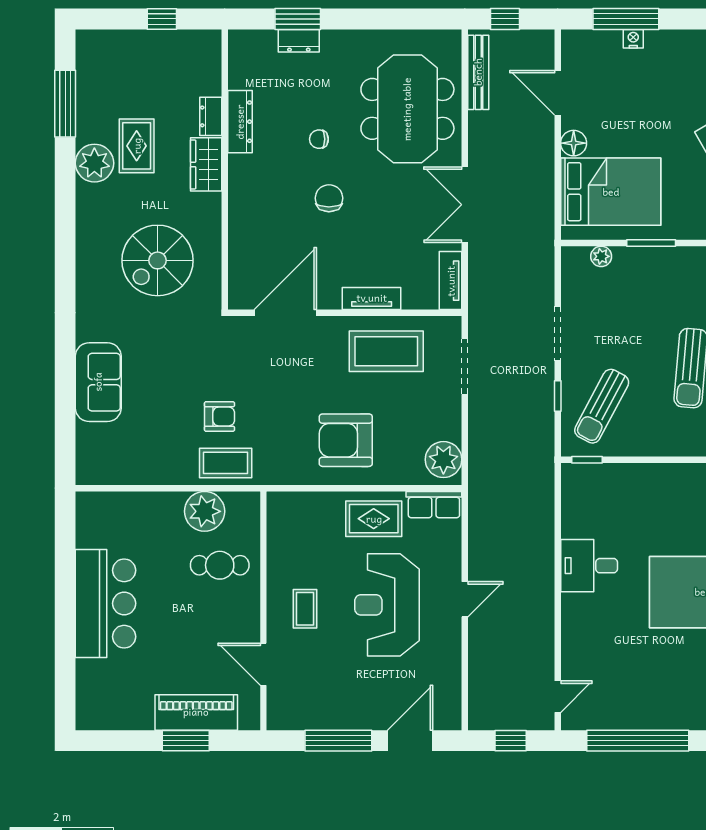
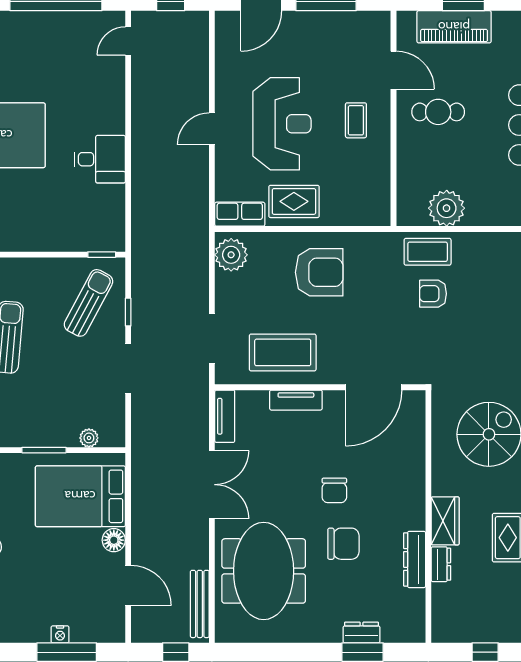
chair: (319, 139) -> (343, 544), width x1.87, depth x1.87
cafe table: (220, 565) -> (438, 112), moved

